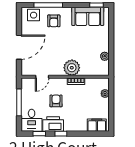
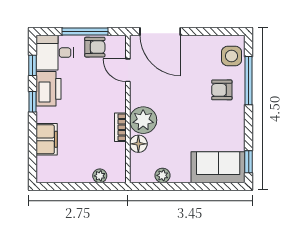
sofa: (88, 16) -> (218, 167), moved, turned 90
door: (19, 47) -> (160, 32), moved
floor lamp: (86, 71) -> (138, 144), added
armchair: (56, 101) -> (95, 47), moved
filing cabinet: (97, 125) -> (47, 139), moved

